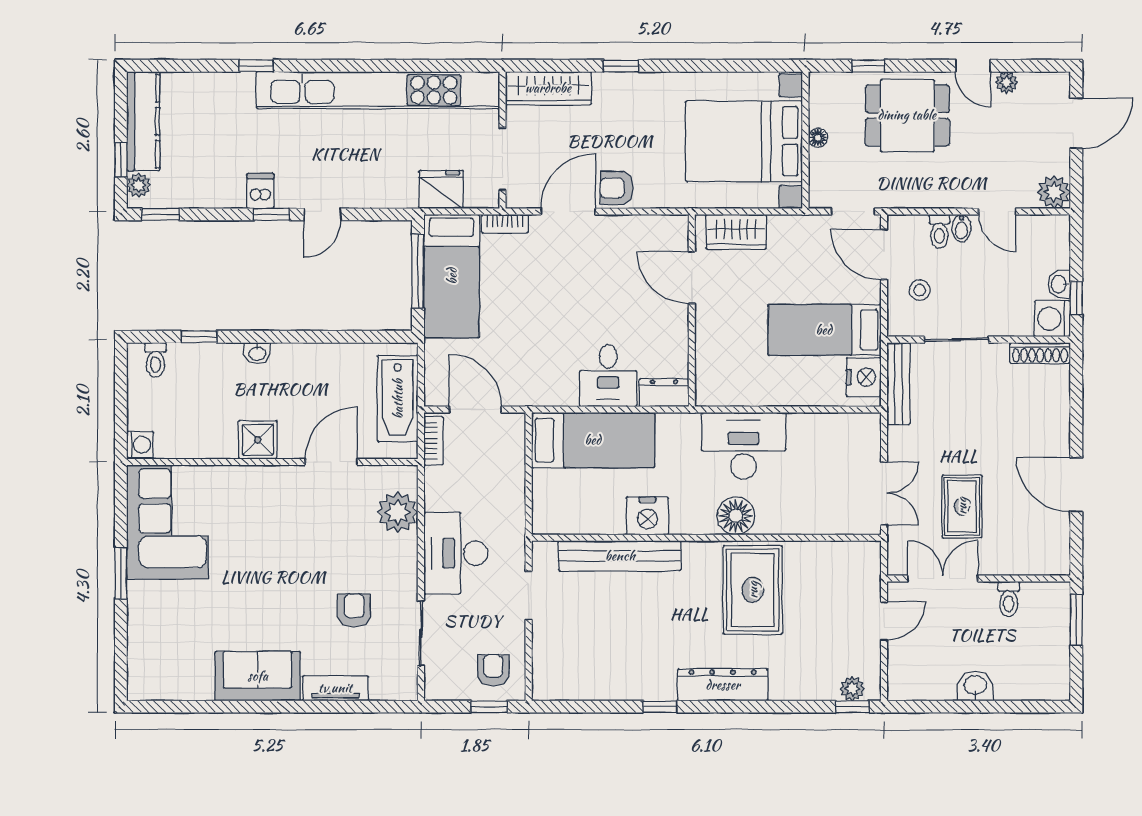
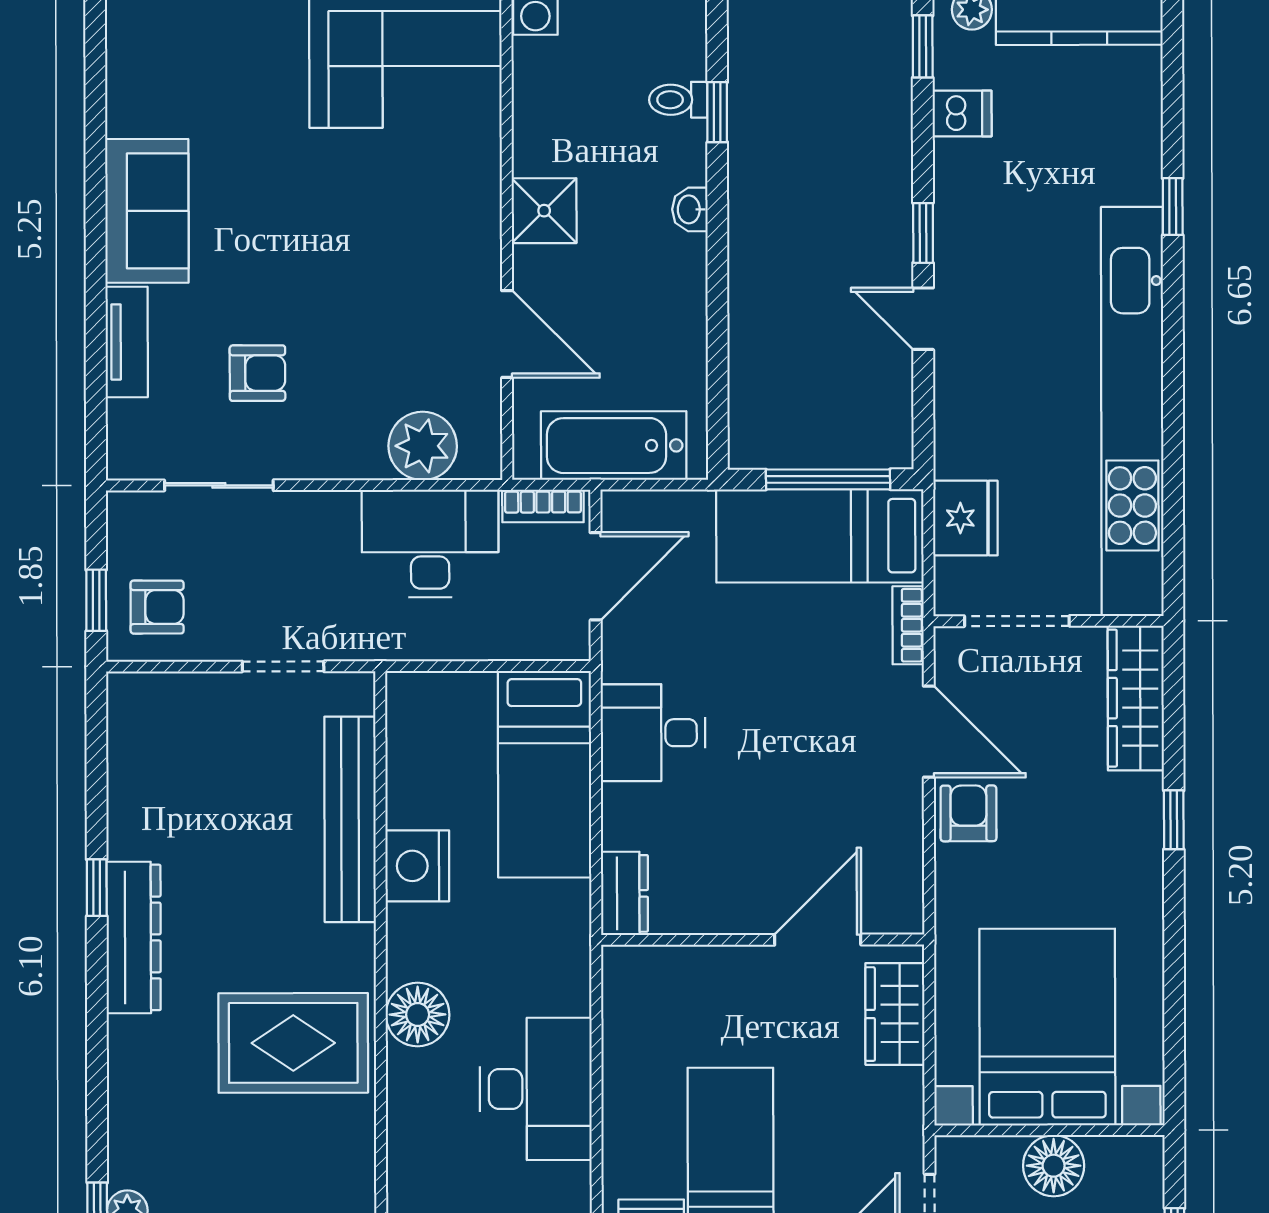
floor lamp: (818, 138) -> (1054, 1166), width x1.89, depth x1.89
dishwasher: (260, 191) -> (962, 114), moved
toilet: (155, 360) -> (678, 100), moved
desk: (608, 376) -> (653, 733), moved
desk: (744, 446) -> (536, 1089), moved
desk: (456, 553) -> (430, 544), moved
dresser: (723, 685) -> (134, 937), moved

